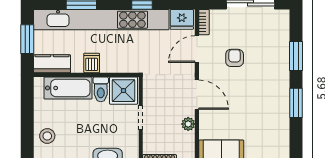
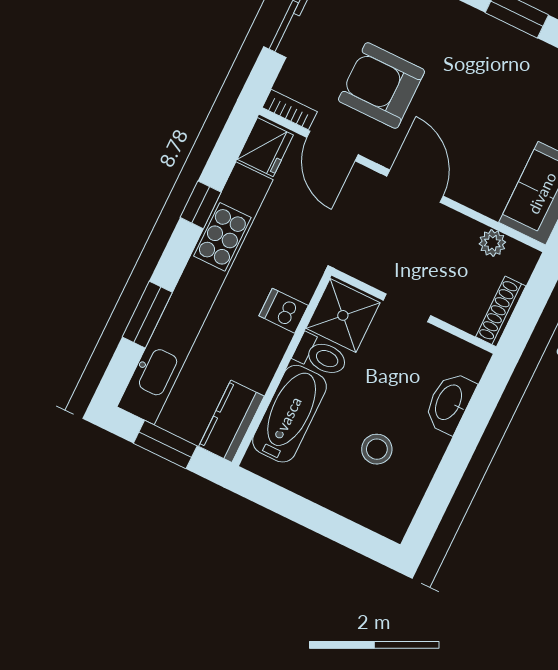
armchair: (235, 58) -> (382, 86), width x1.88, depth x1.88
dishwasher: (92, 63) -> (284, 311), moved
door: (197, 95) -> (415, 186), hinge flipped
plant: (188, 124) -> (492, 243), moved
stool: (47, 136) -> (377, 449), moved

